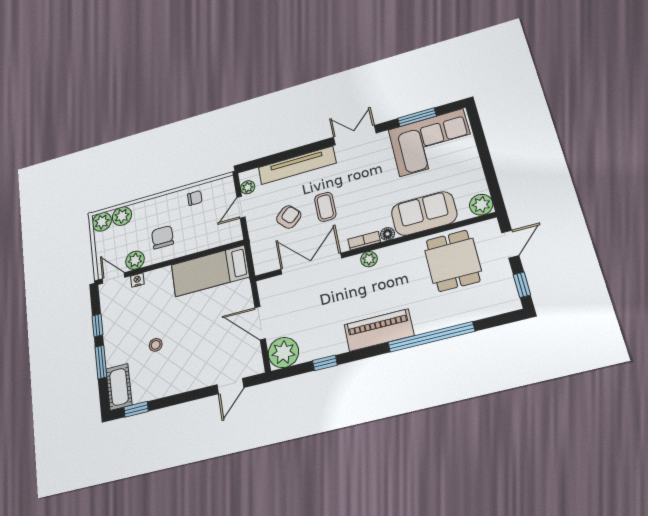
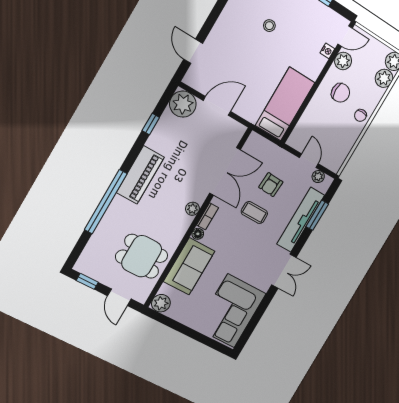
window: (417, 117) -> (317, 215), moved
chair: (195, 198) -> (360, 115), moved
armchair: (289, 217) -> (271, 185), turned 45

